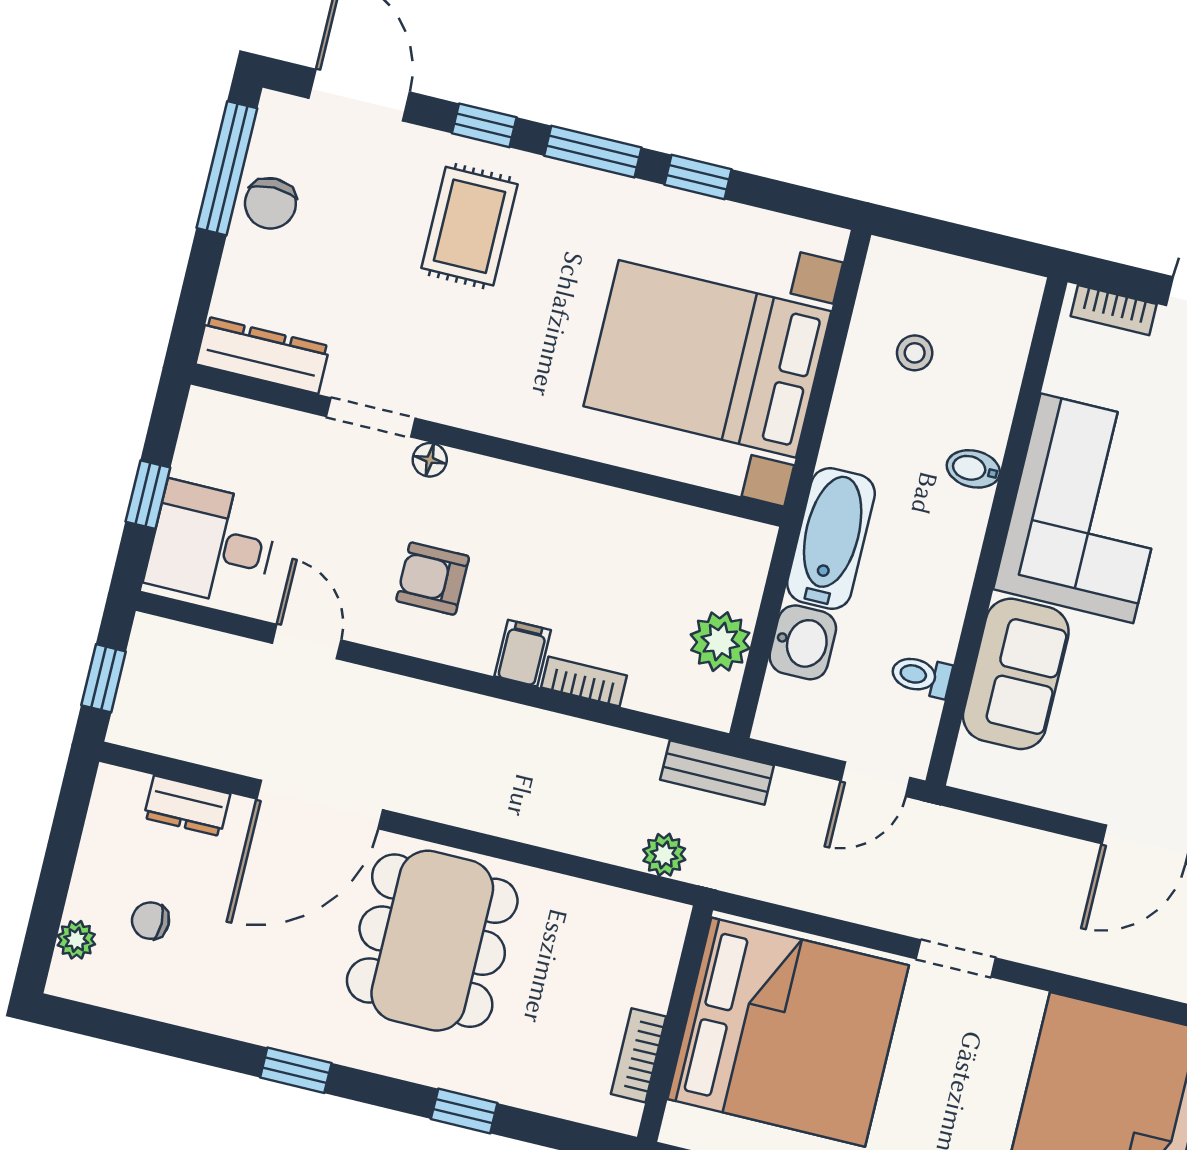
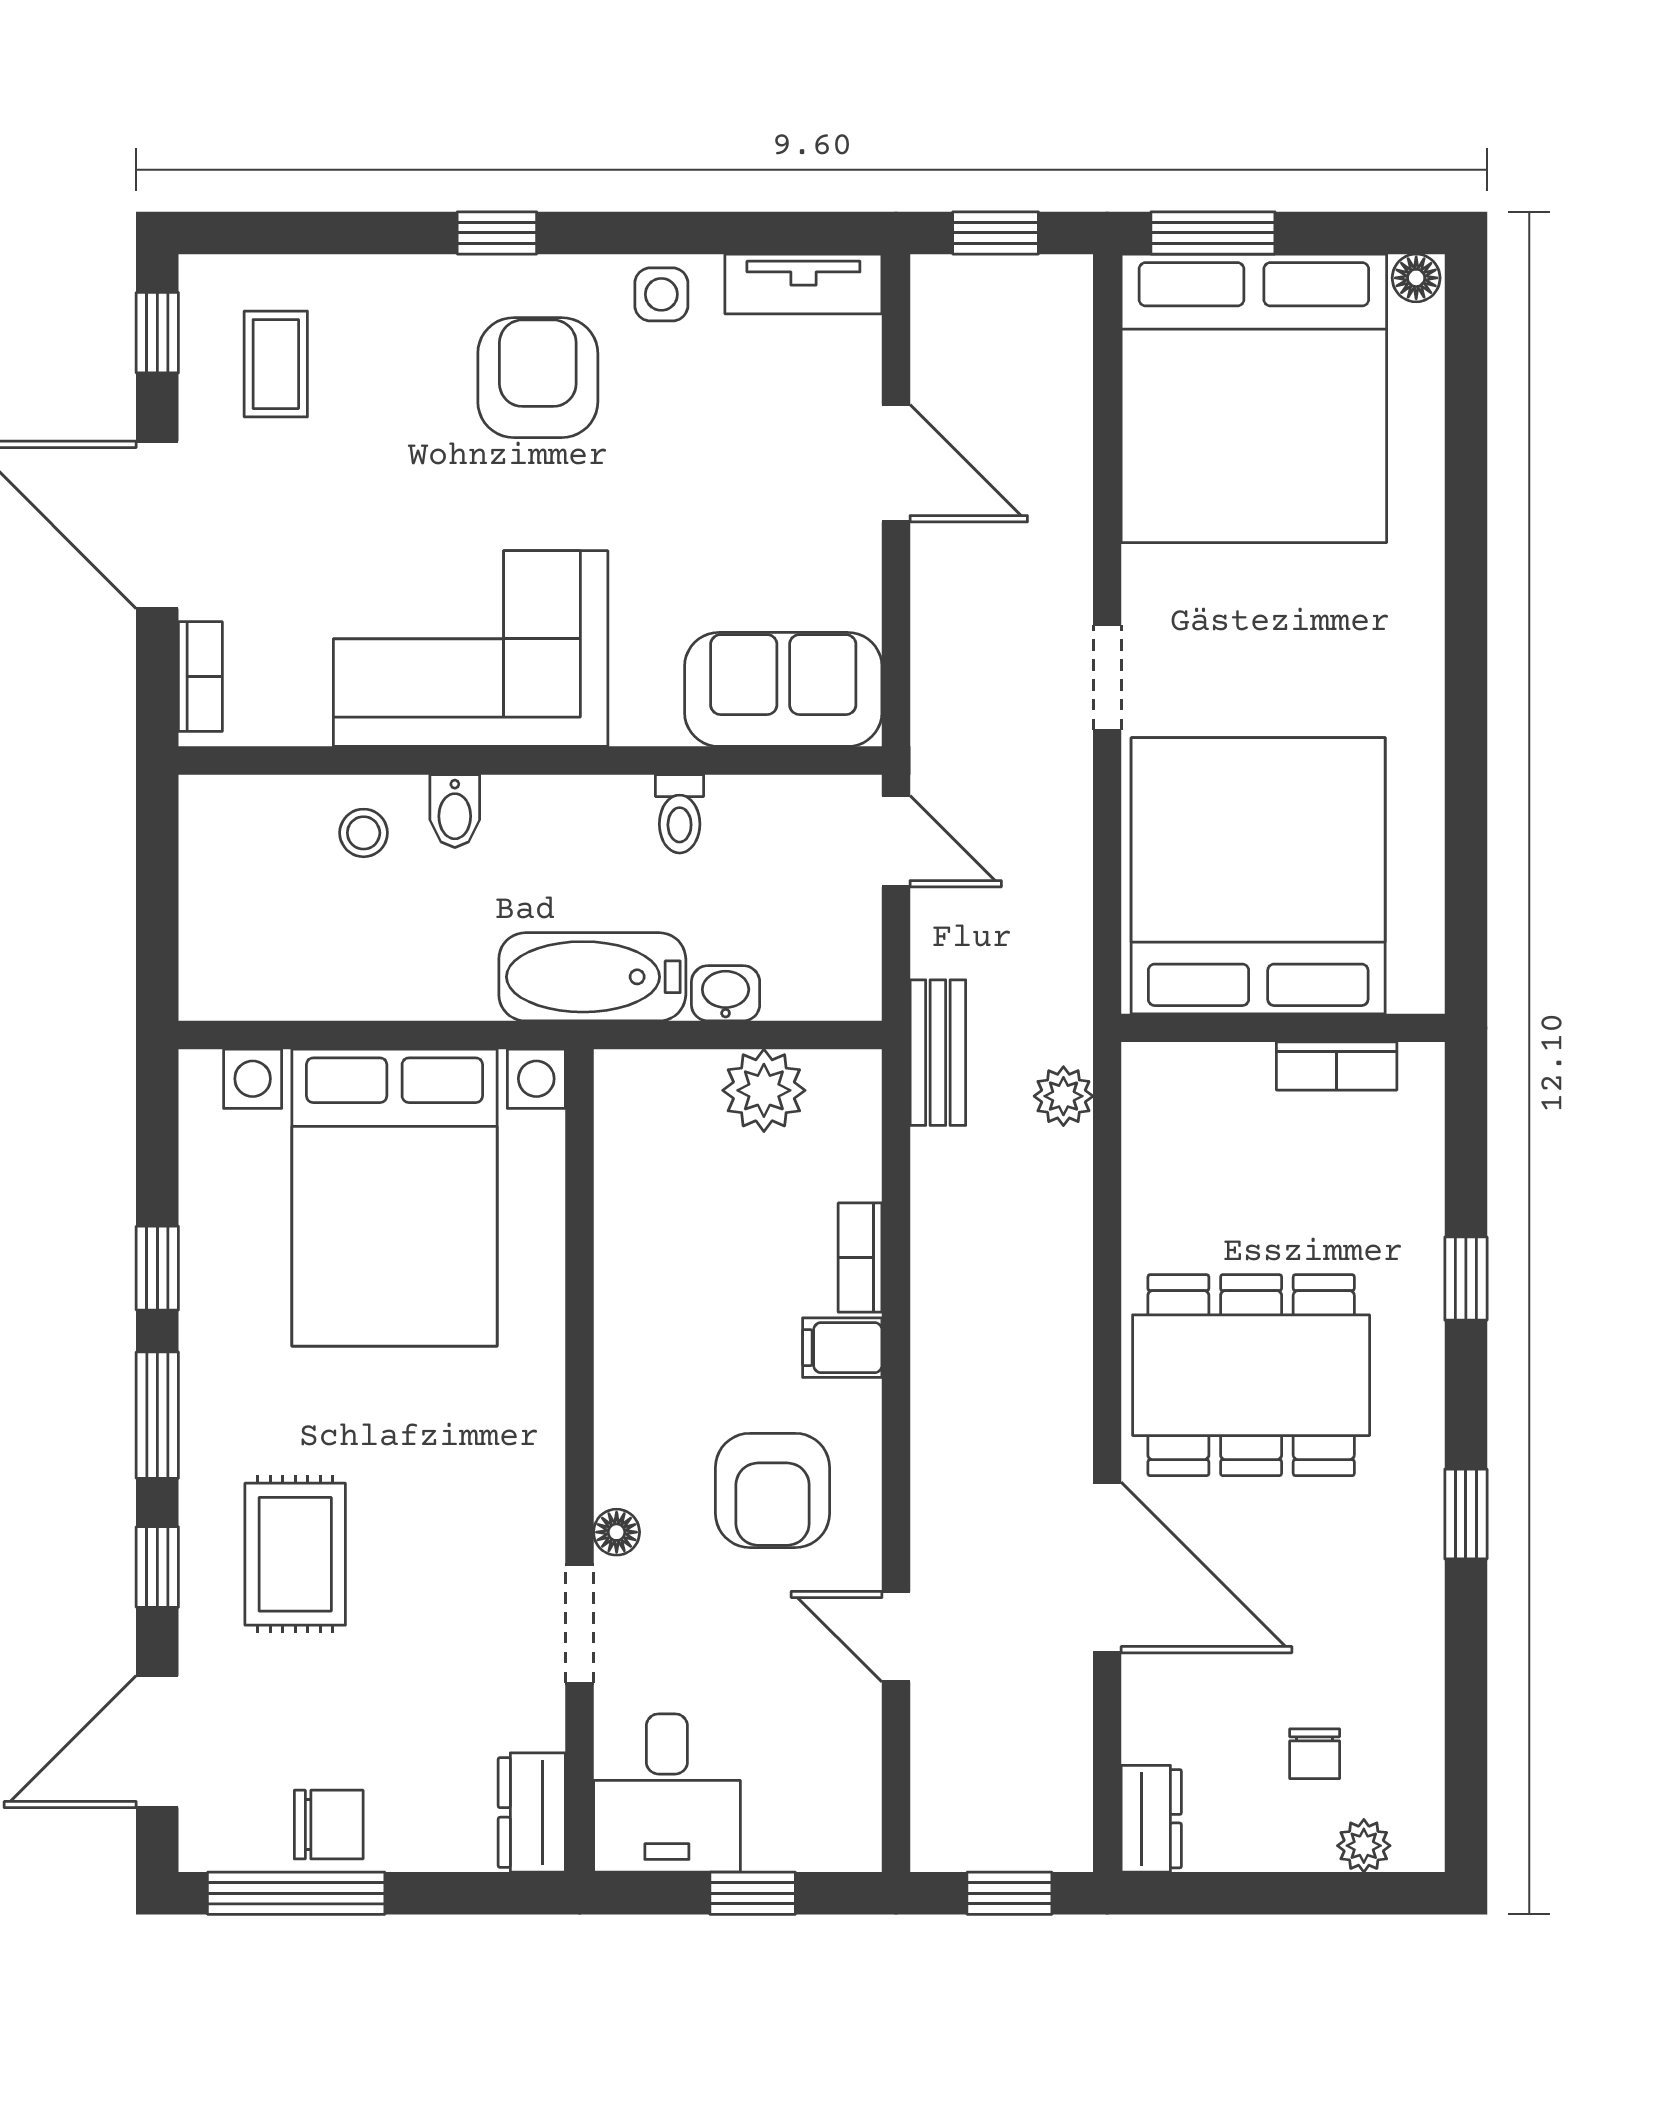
rug: (470, 226) -> (295, 1554), turned 90
stool: (915, 353) -> (364, 833), moved
dresser: (263, 355) -> (532, 1812), width x0.70
desk: (212, 544) -> (667, 1793), moved
armchair: (433, 579) -> (773, 1490), width x1.38, depth x1.38
door: (307, 642) -> (896, 1637), hinge flipped
washbasin: (803, 642) -> (726, 993), width x0.72, depth x0.69
sofa: (1016, 674) -> (783, 689), moved
toilet: (921, 676) -> (680, 814), moved
dresser: (187, 806) -> (1151, 1819), moved

